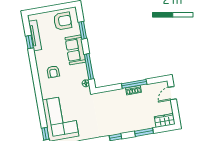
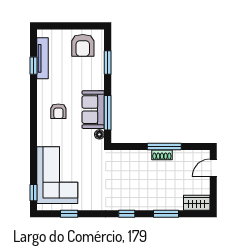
armchair: (63, 21) -> (83, 45), turned 90
sofa: (75, 50) -> (93, 110), moved

